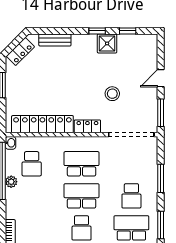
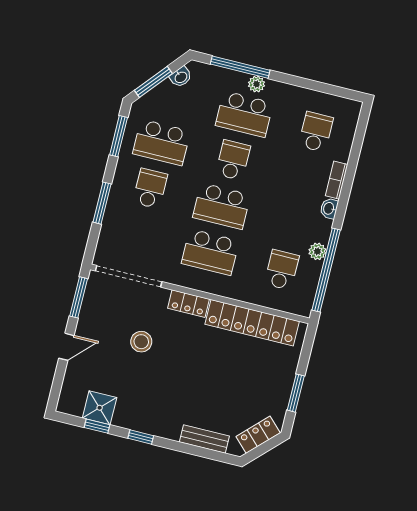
shower: (107, 43) -> (100, 408), moved
washbasin: (11, 143) -> (329, 208), moved

